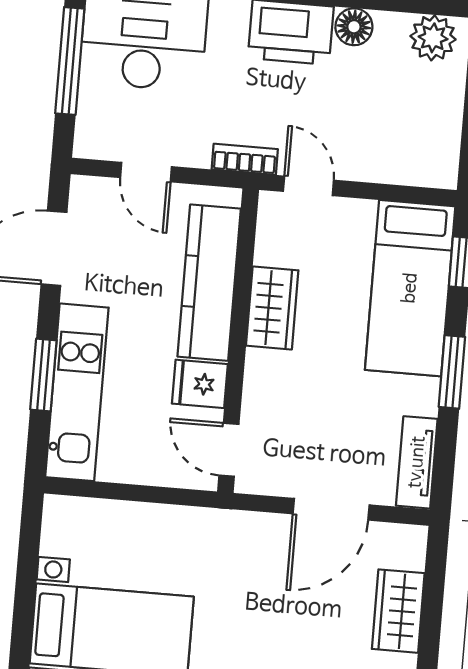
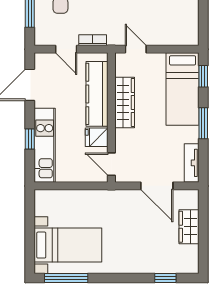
bookcase: (245, 159) -> (93, 40), moved
wardrobe: (272, 308) -> (125, 102), width x1.50
window: (43, 375) -> (30, 139), width x0.67
door: (331, 509) -> (157, 186), hinge flipped

